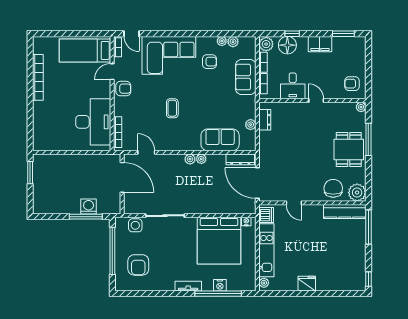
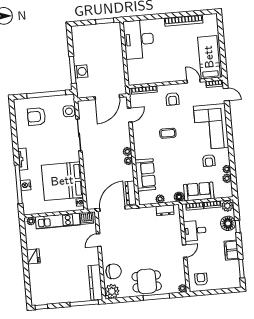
door: (132, 34) -> (226, 94), swing flipped
armchair: (123, 89) -> (172, 99), moved
floor lamp: (250, 101) -> (179, 197), added
desk: (93, 122) -> (139, 39), moved, turned 90

